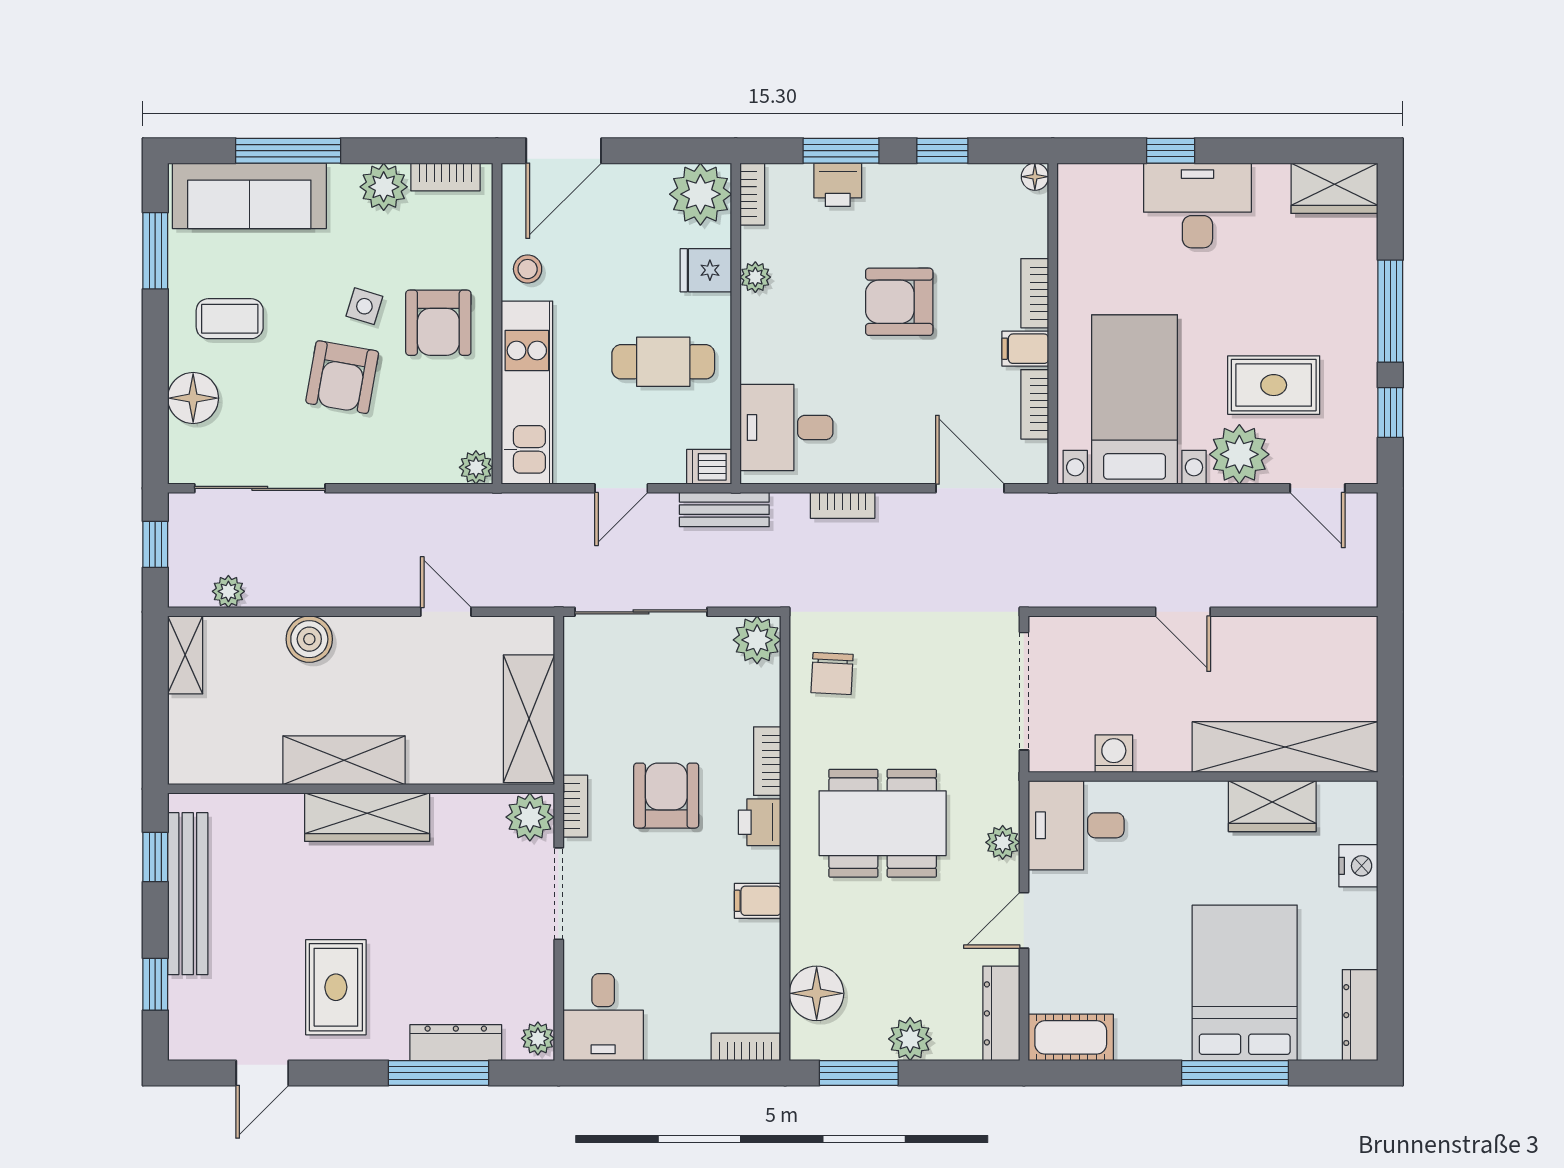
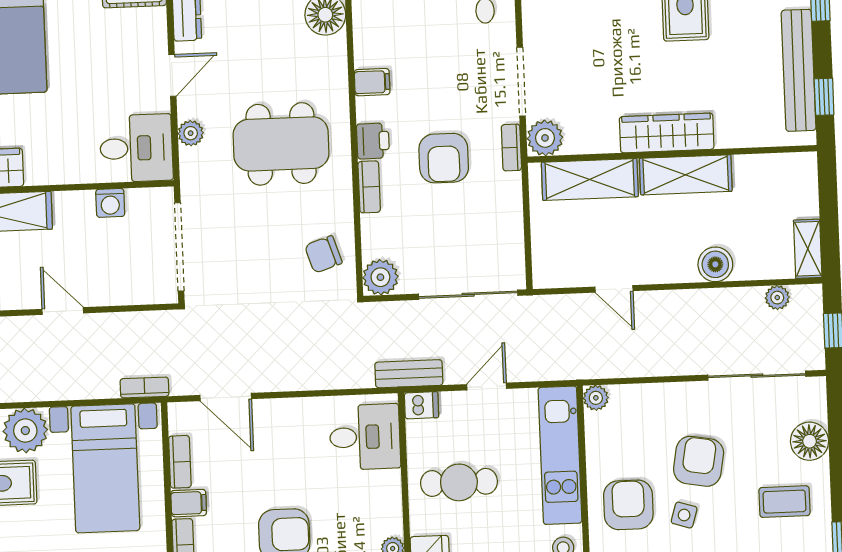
bookcase: (843, 505) -> (144, 387), moved
chair: (832, 673) -> (323, 254), turned -111
shelving: (529, 719) -> (590, 179), moved, turned 90

